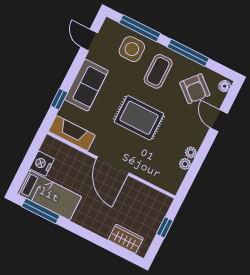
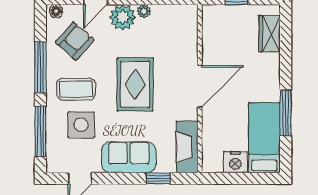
side table: (132, 49) -> (81, 125), moved
plant: (185, 164) -> (123, 17), moved, width x1.88, depth x1.88
window: (41, 211) -> (286, 113), moved

